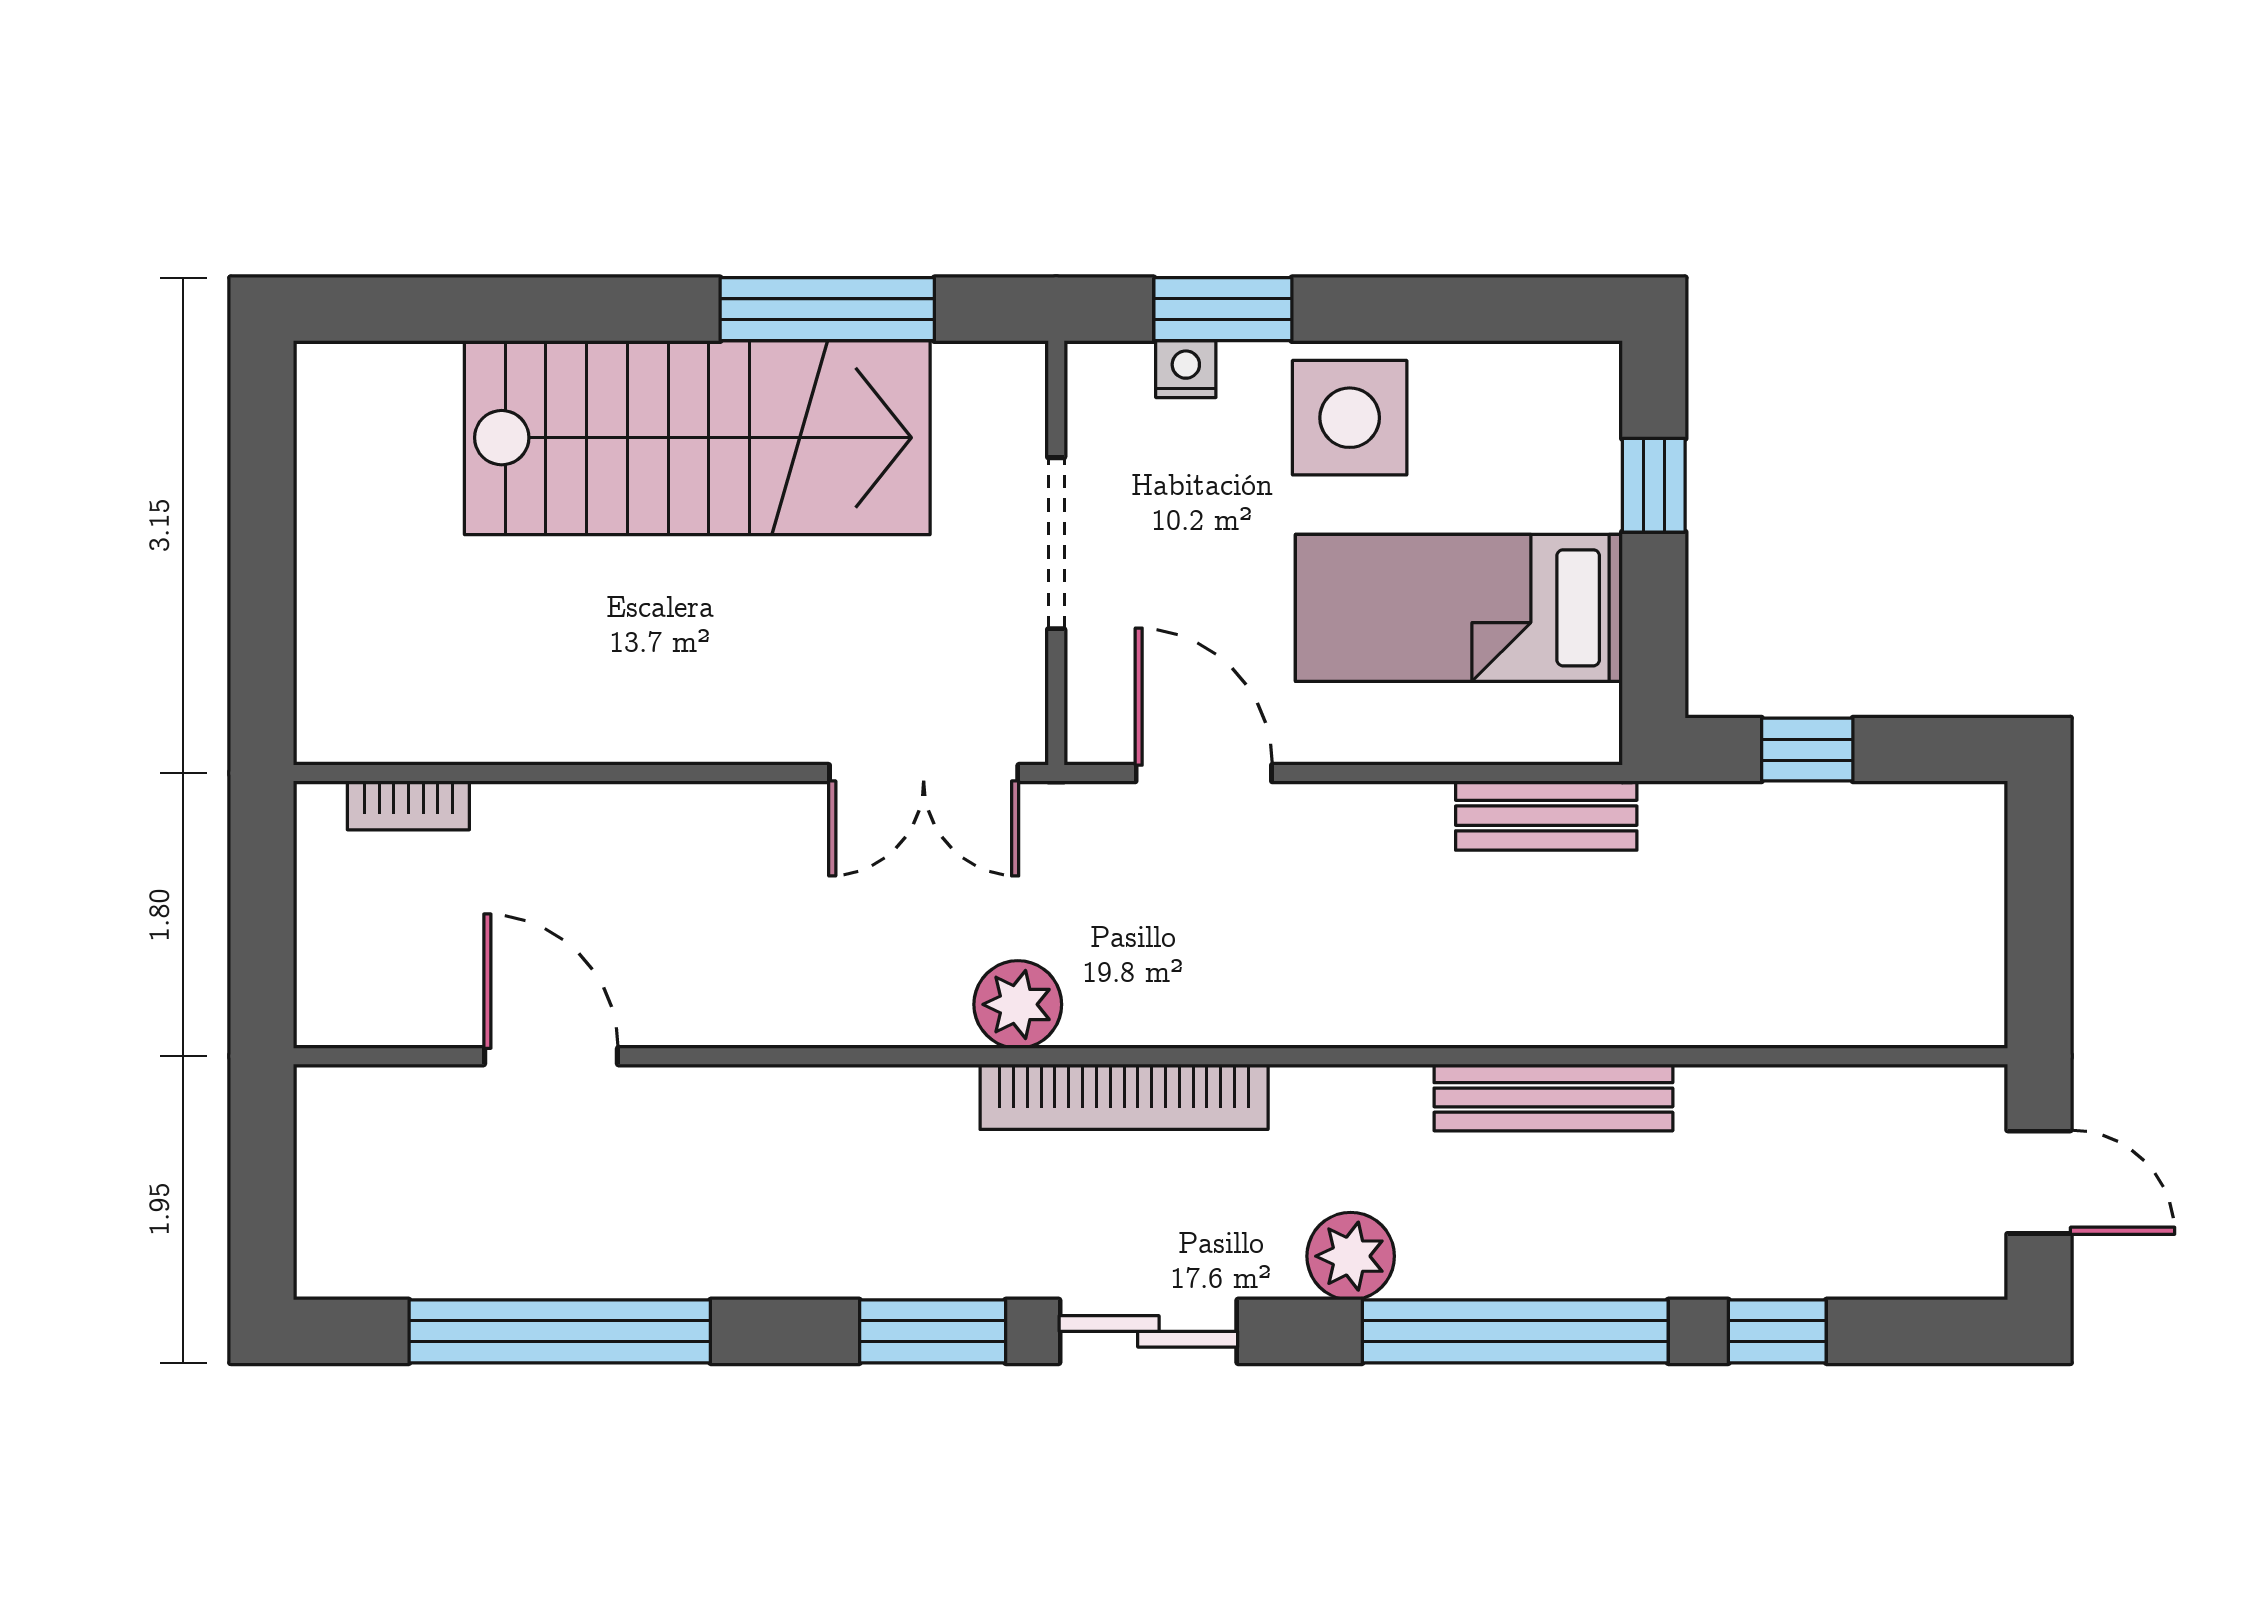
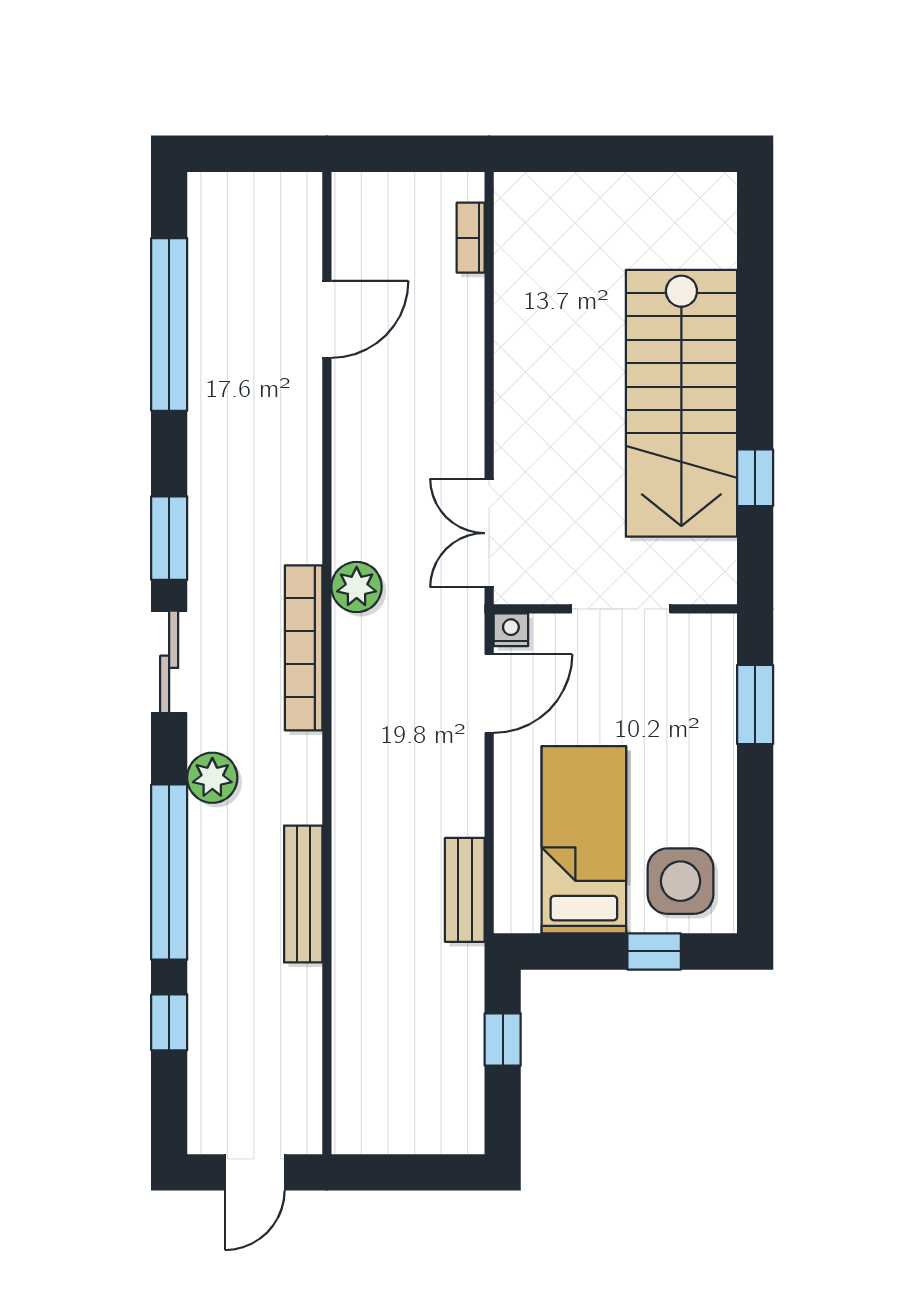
window: (827, 309) -> (755, 478), width x0.46
nightstand: (1186, 369) -> (511, 630), moved, turned -90
side table: (1350, 418) -> (681, 881), moved

